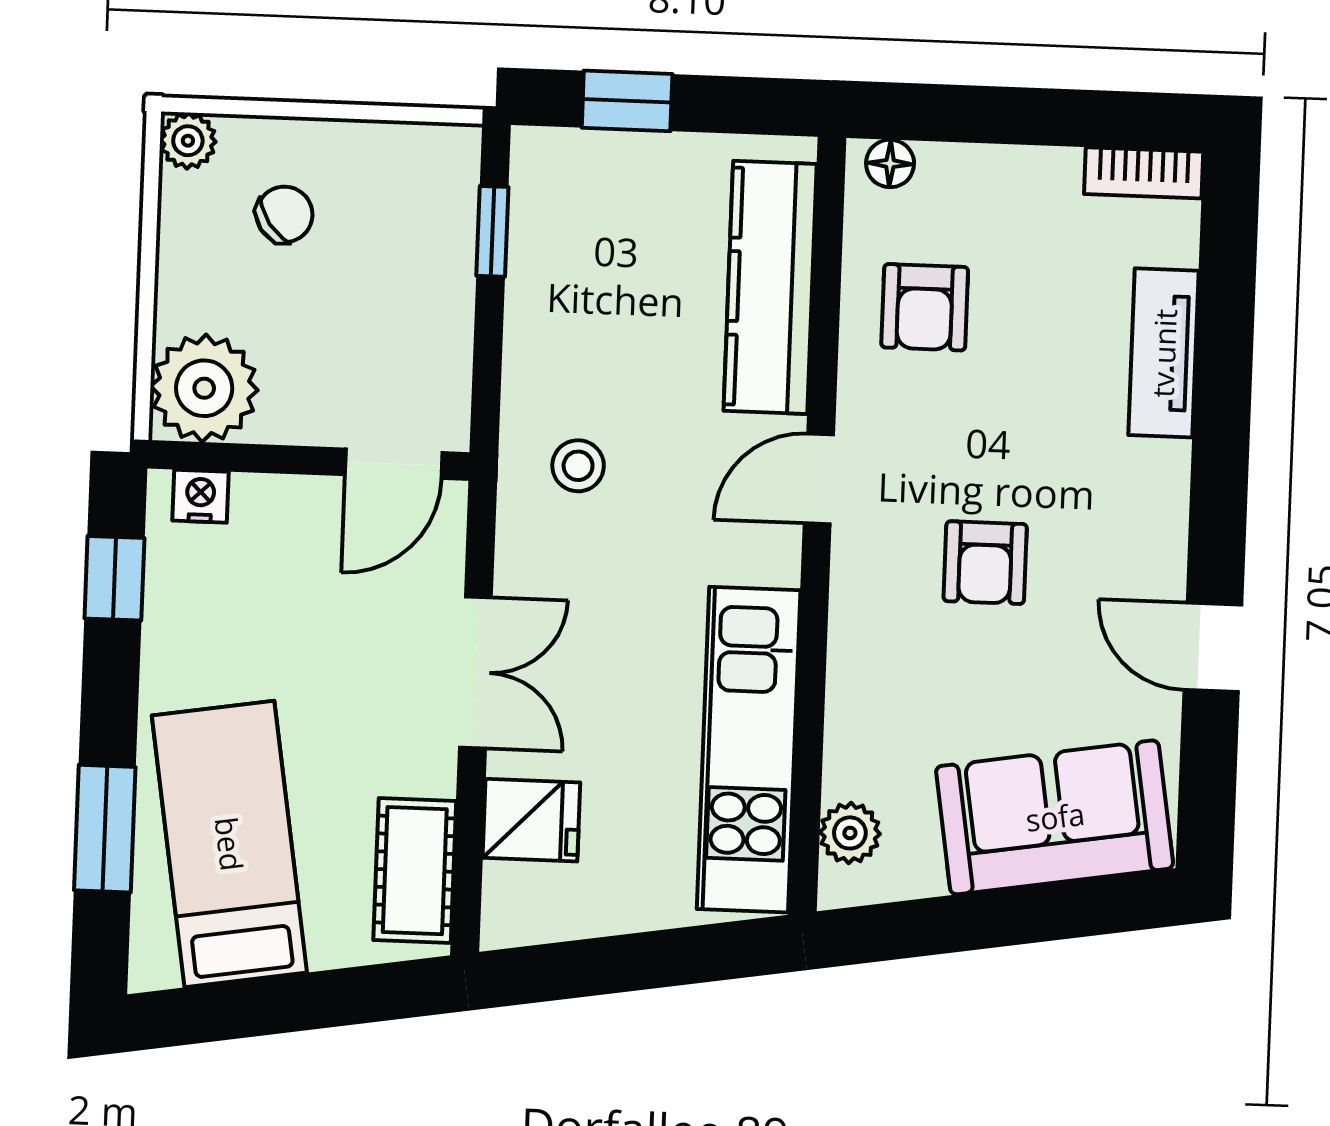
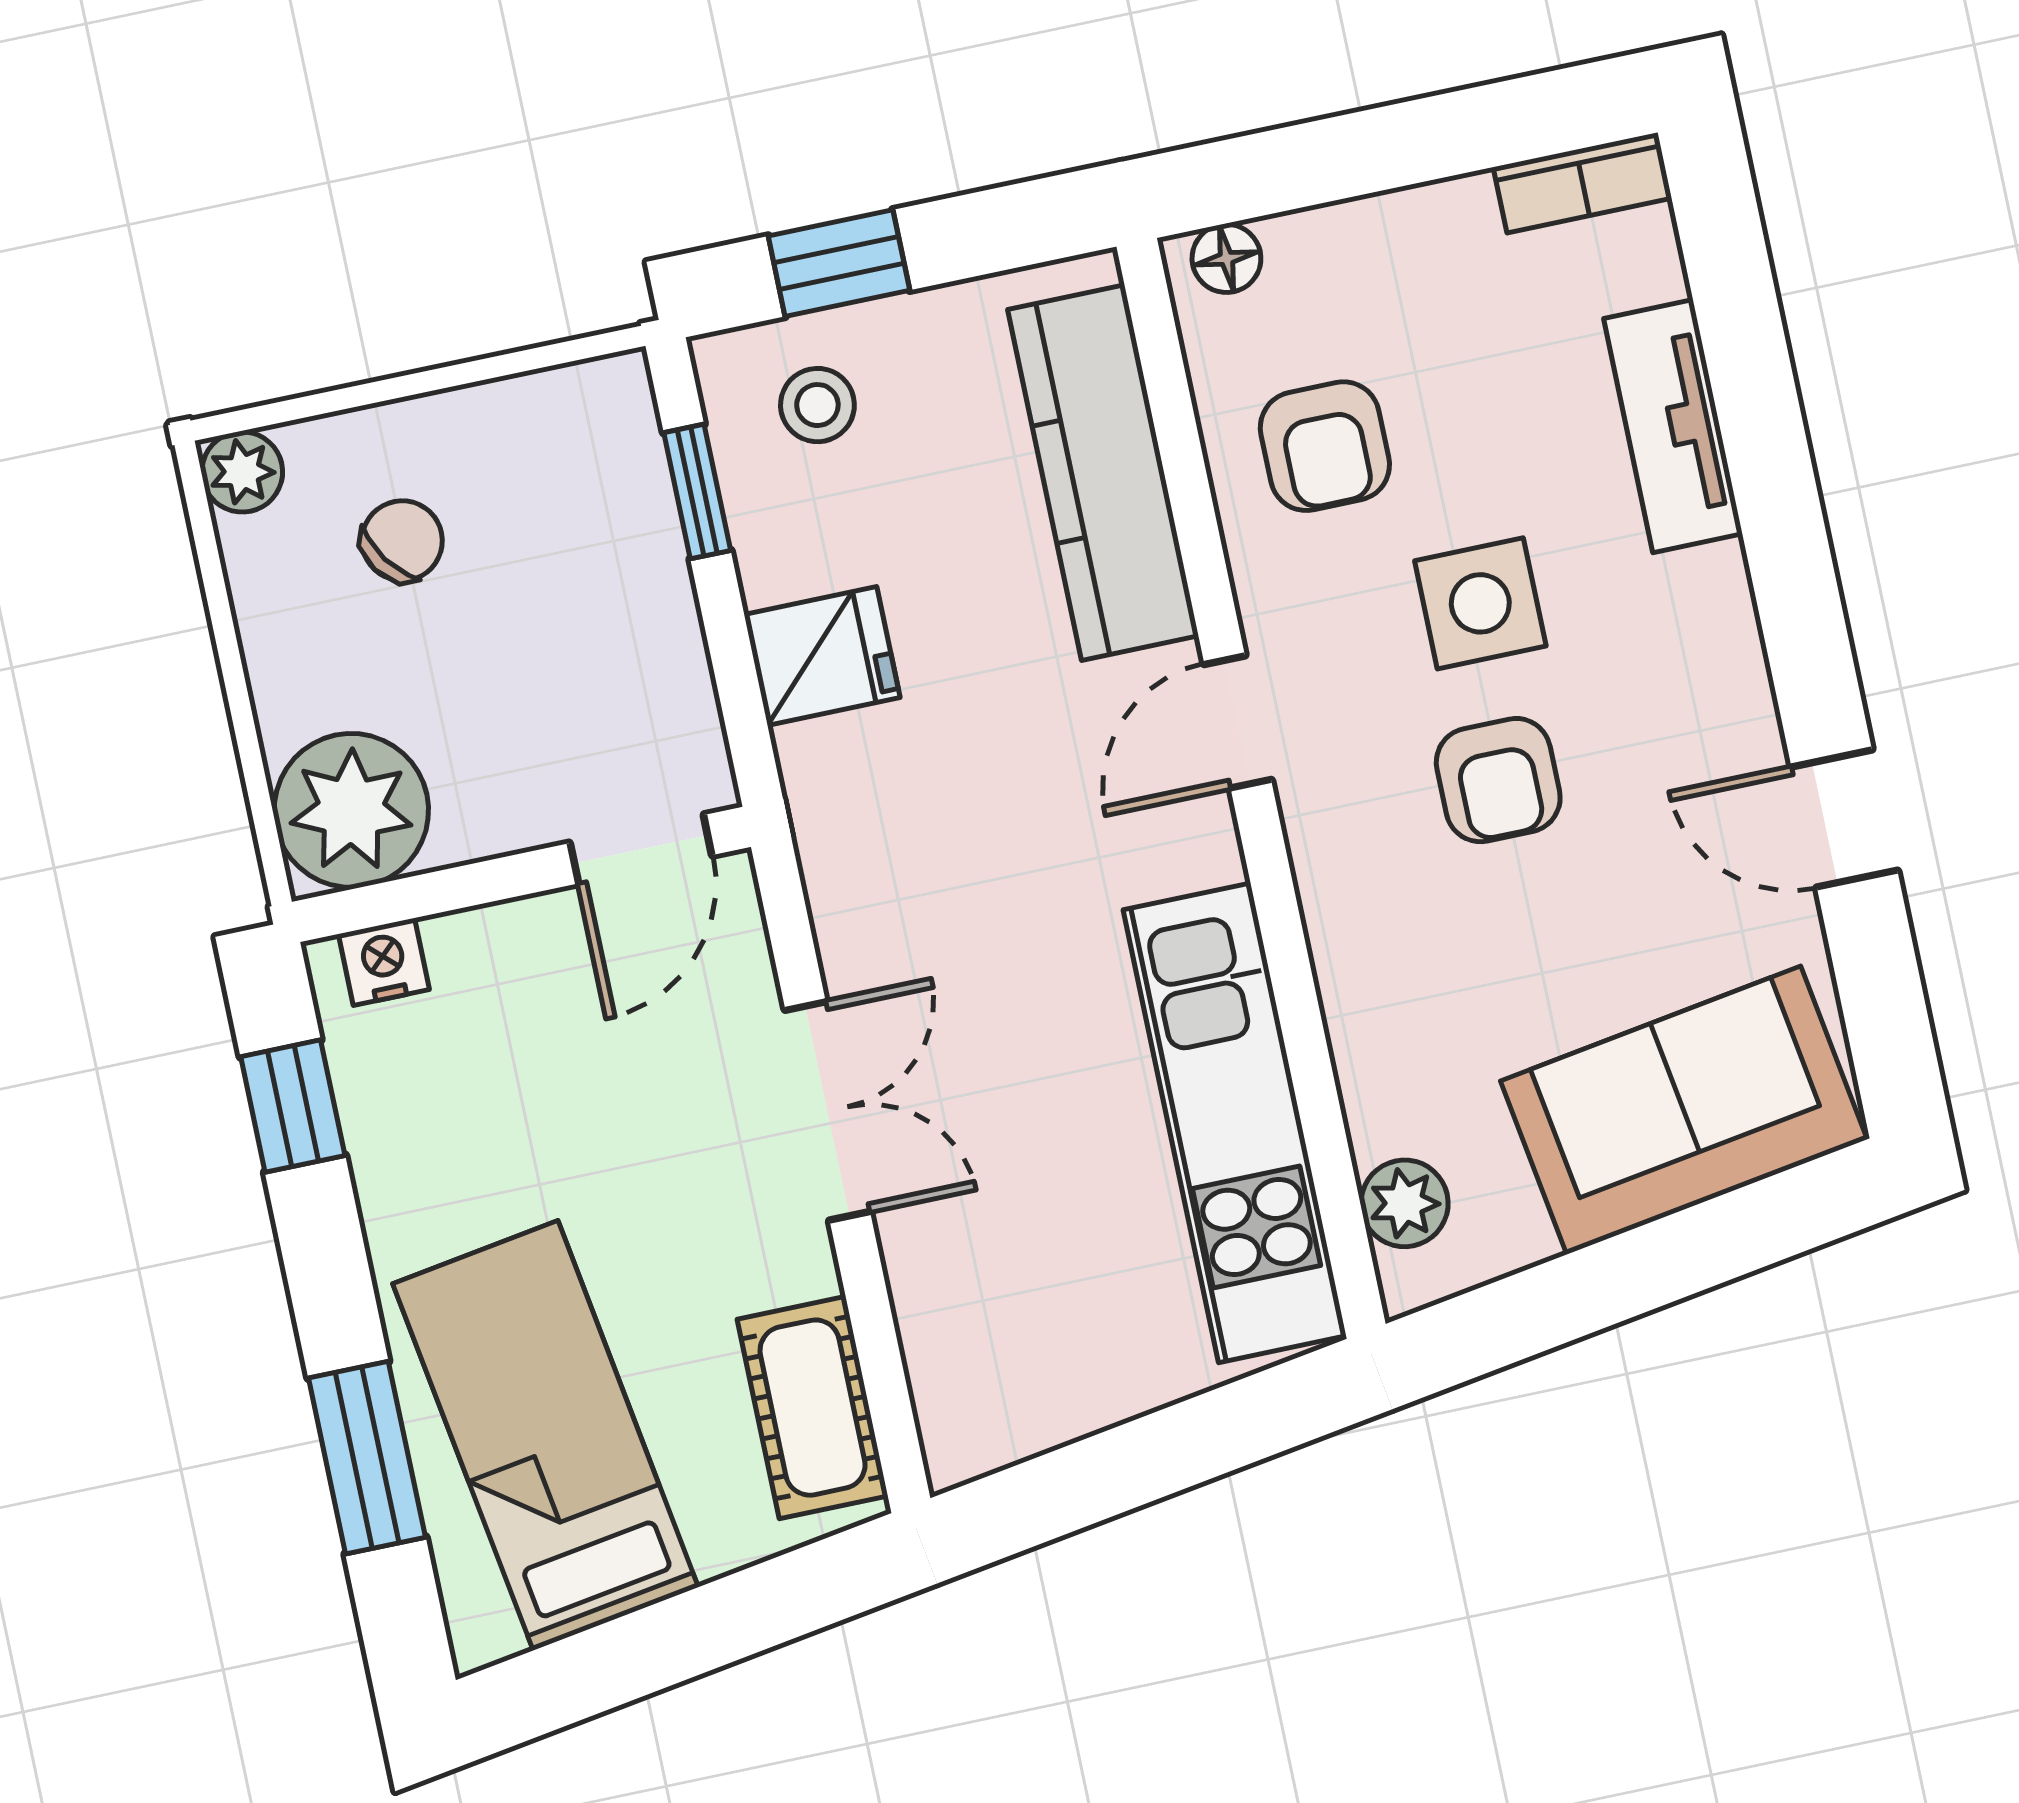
side table: (1003, 440) -> (1480, 603), added
stool: (578, 466) -> (817, 405), moved
fridge: (531, 820) -> (822, 656), moved

